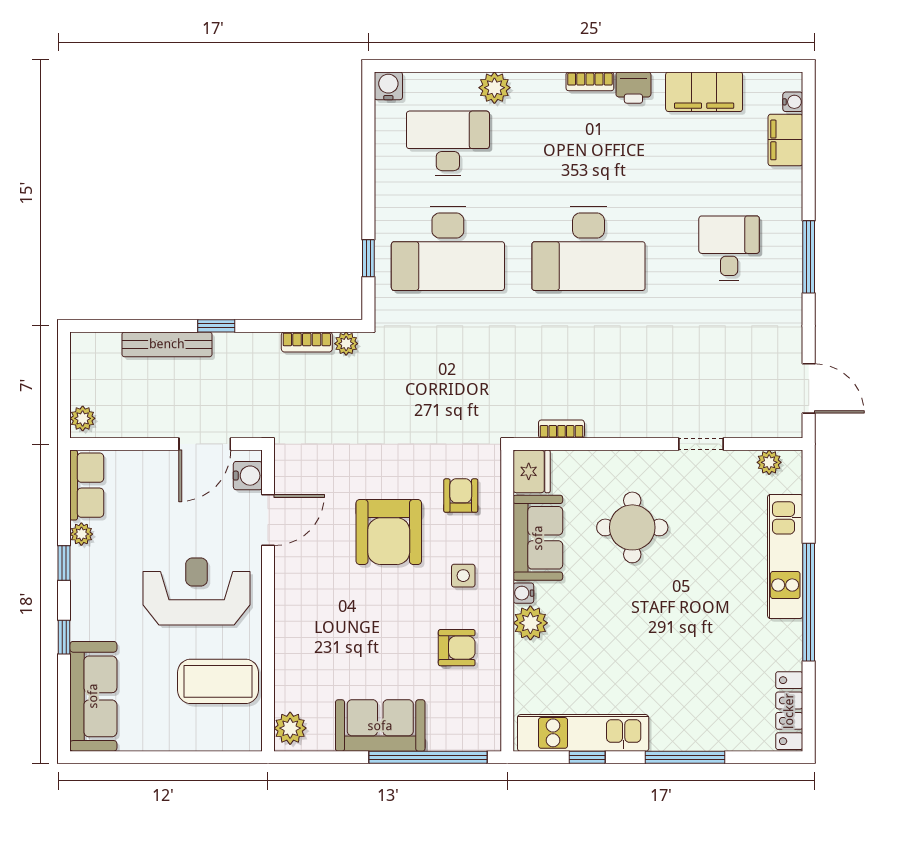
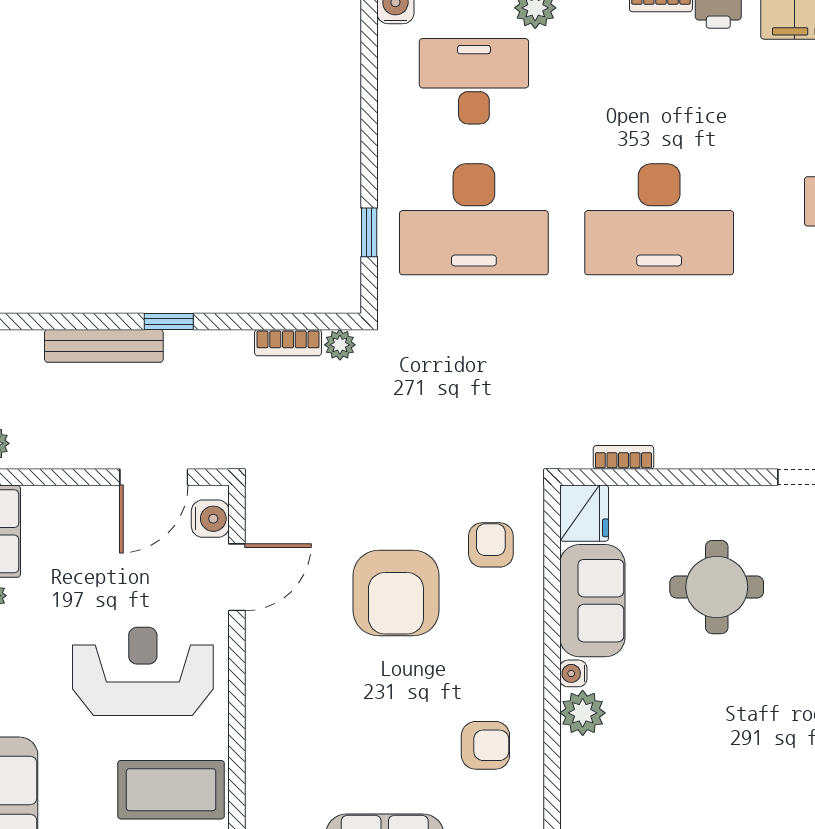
side table: (463, 576) -> (494, 650), removed

